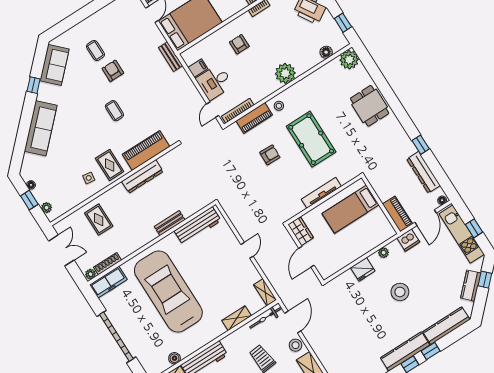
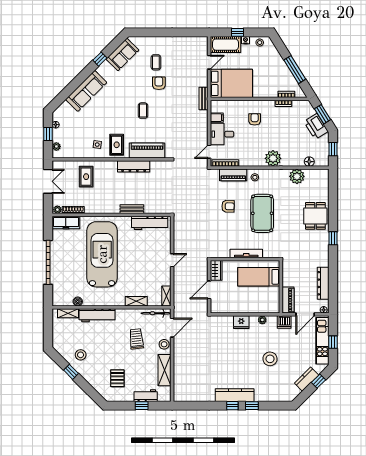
plant: (349, 60) -> (297, 176), moved
window: (421, 145) -> (333, 238), moved
stool: (400, 292) -> (270, 359), moved
kitchen counter: (446, 326) -> (273, 395), removed

